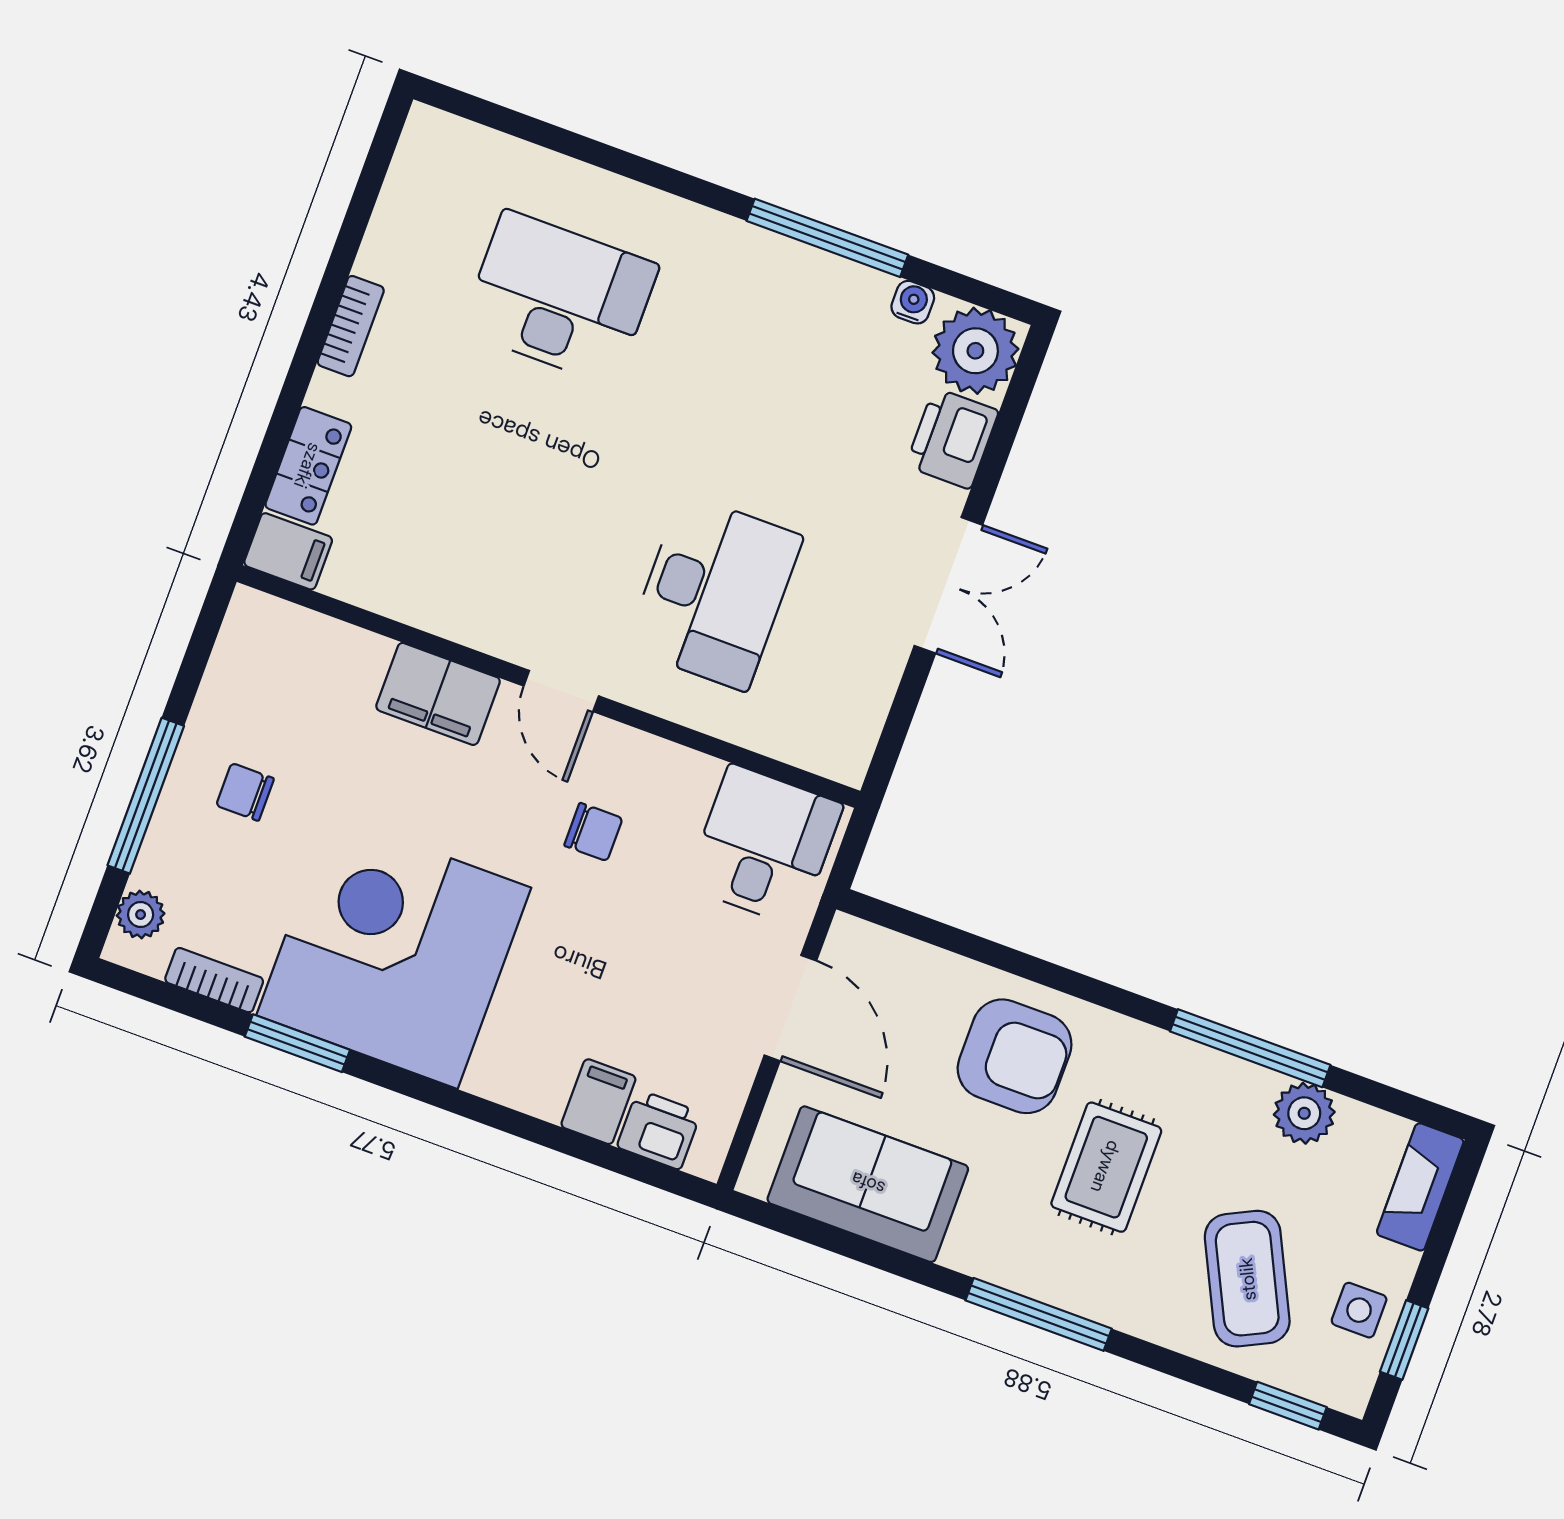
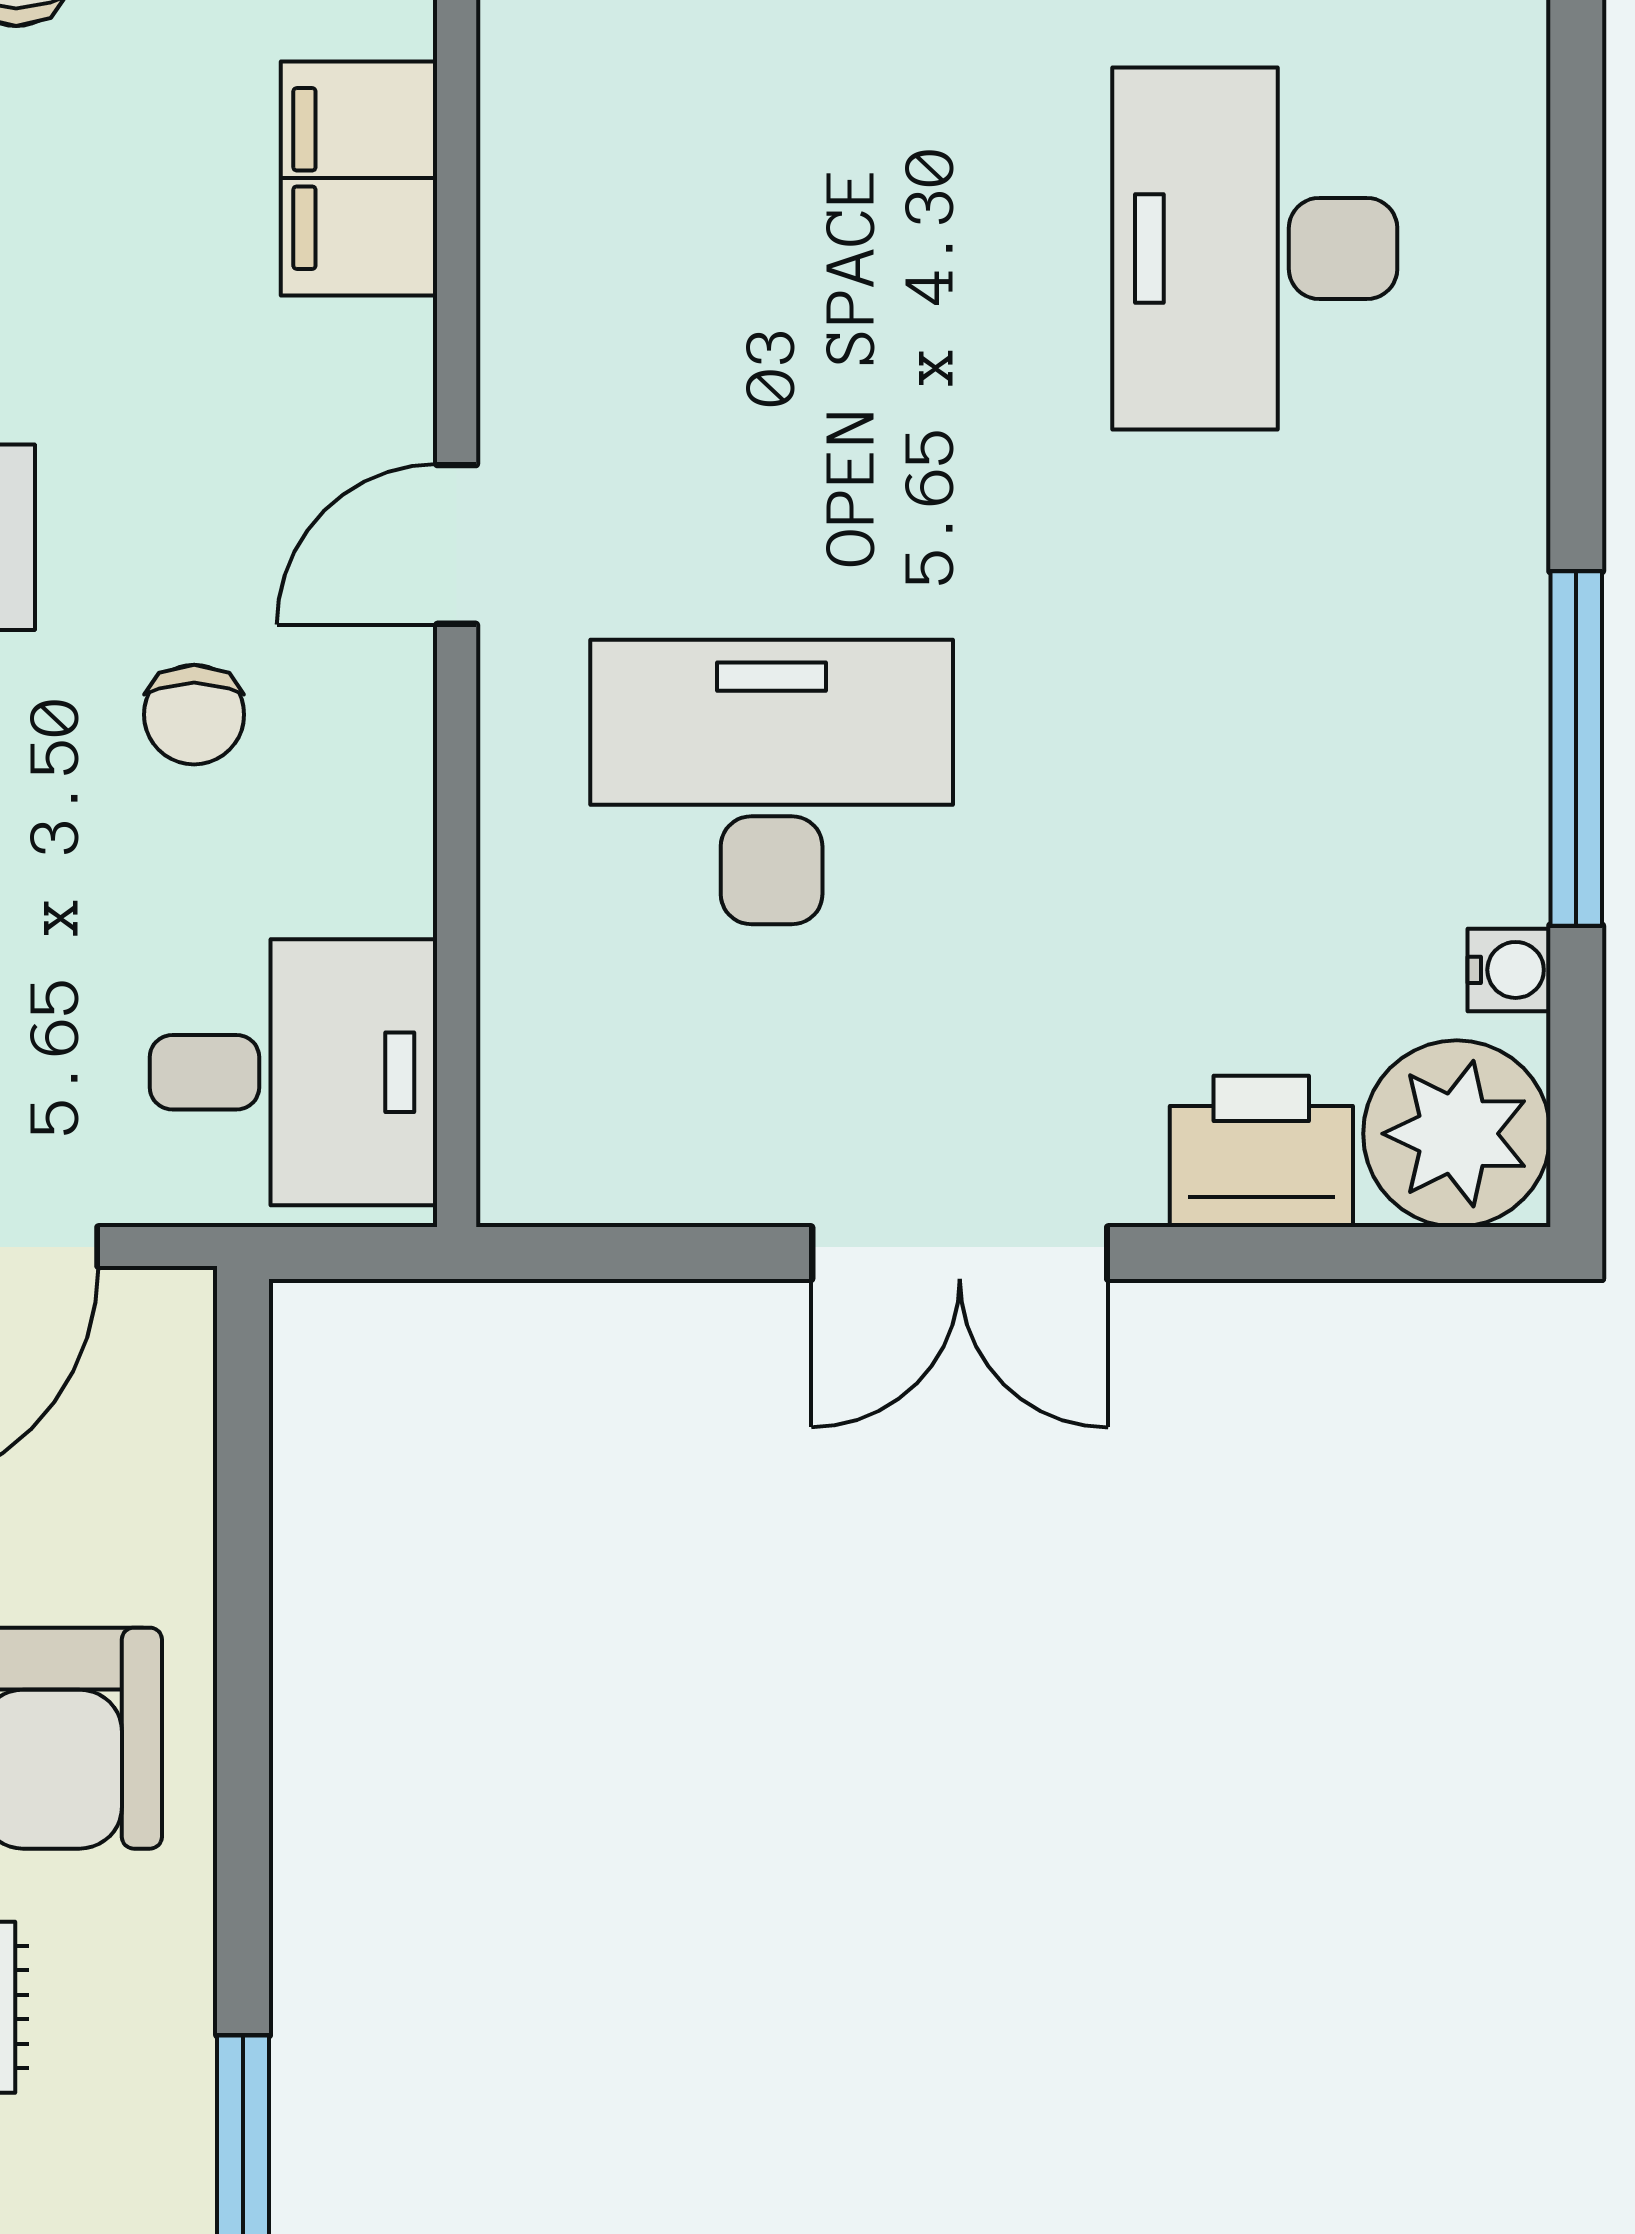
desk: (560, 298) -> (1255, 248), turned 180
desk: (714, 592) -> (772, 782), turned 180
filing cabinet: (438, 694) -> (359, 178), moved

